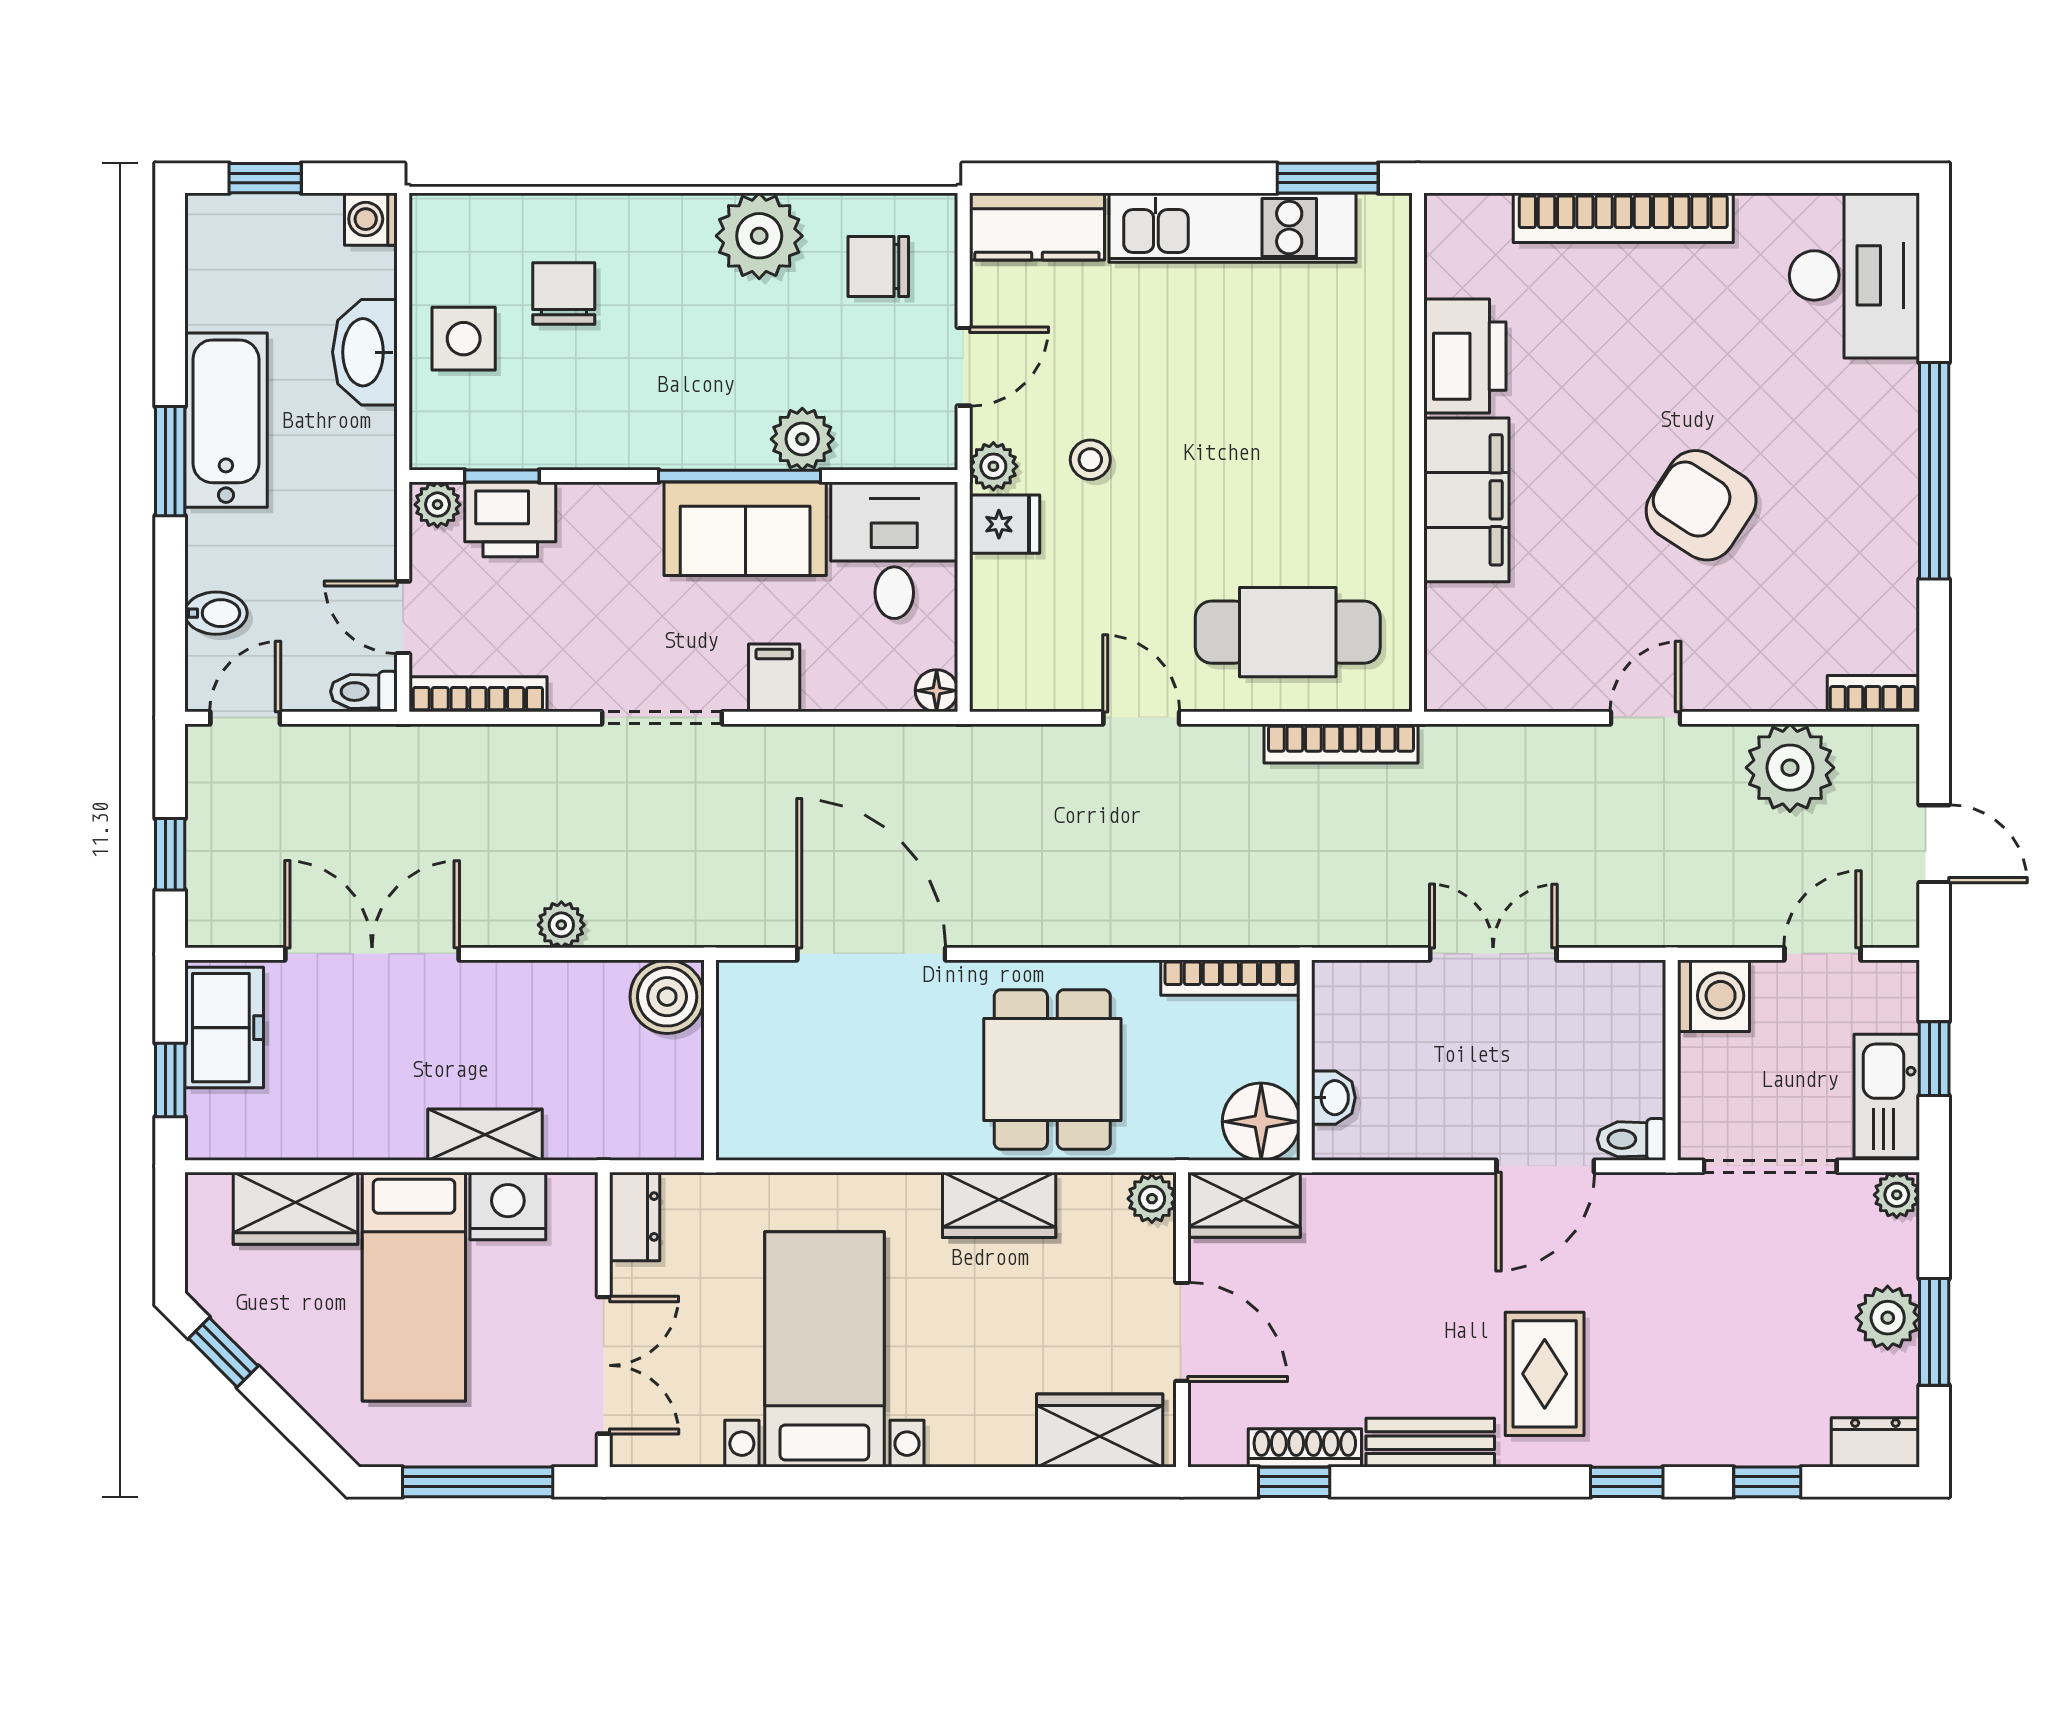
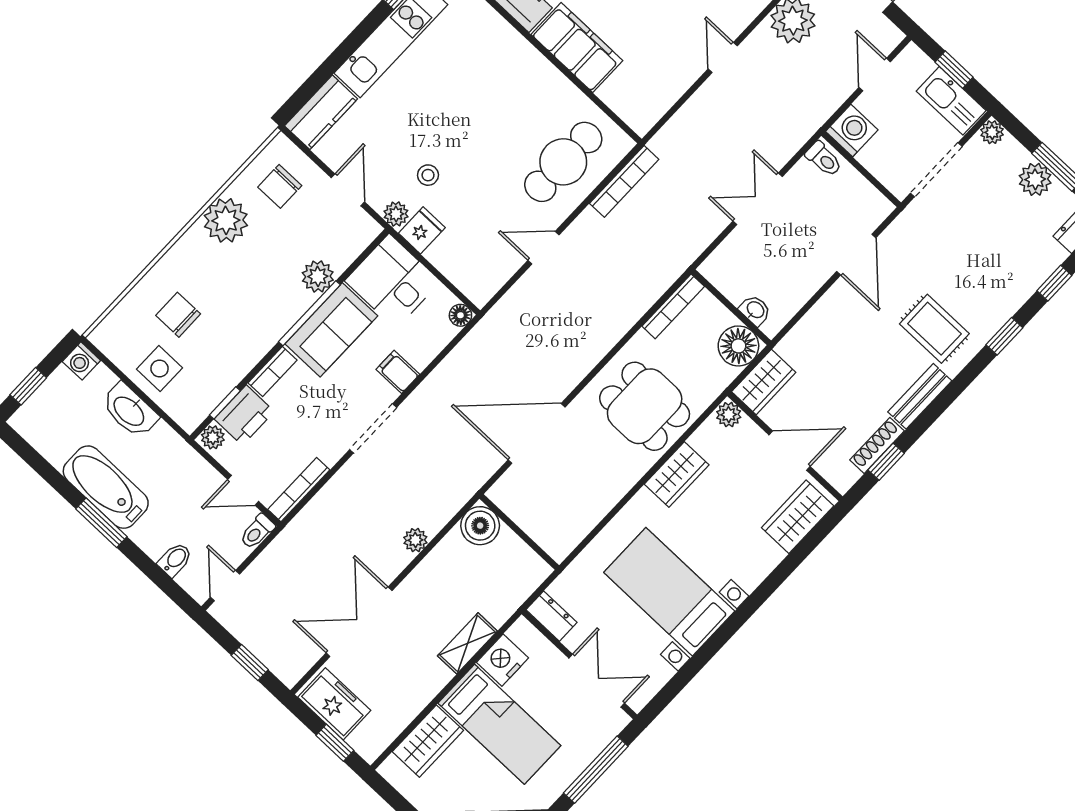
bookcase: (609, 501) -> (273, 372), added
toilet: (1631, 1139) -> (824, 159), moved, turned -90

